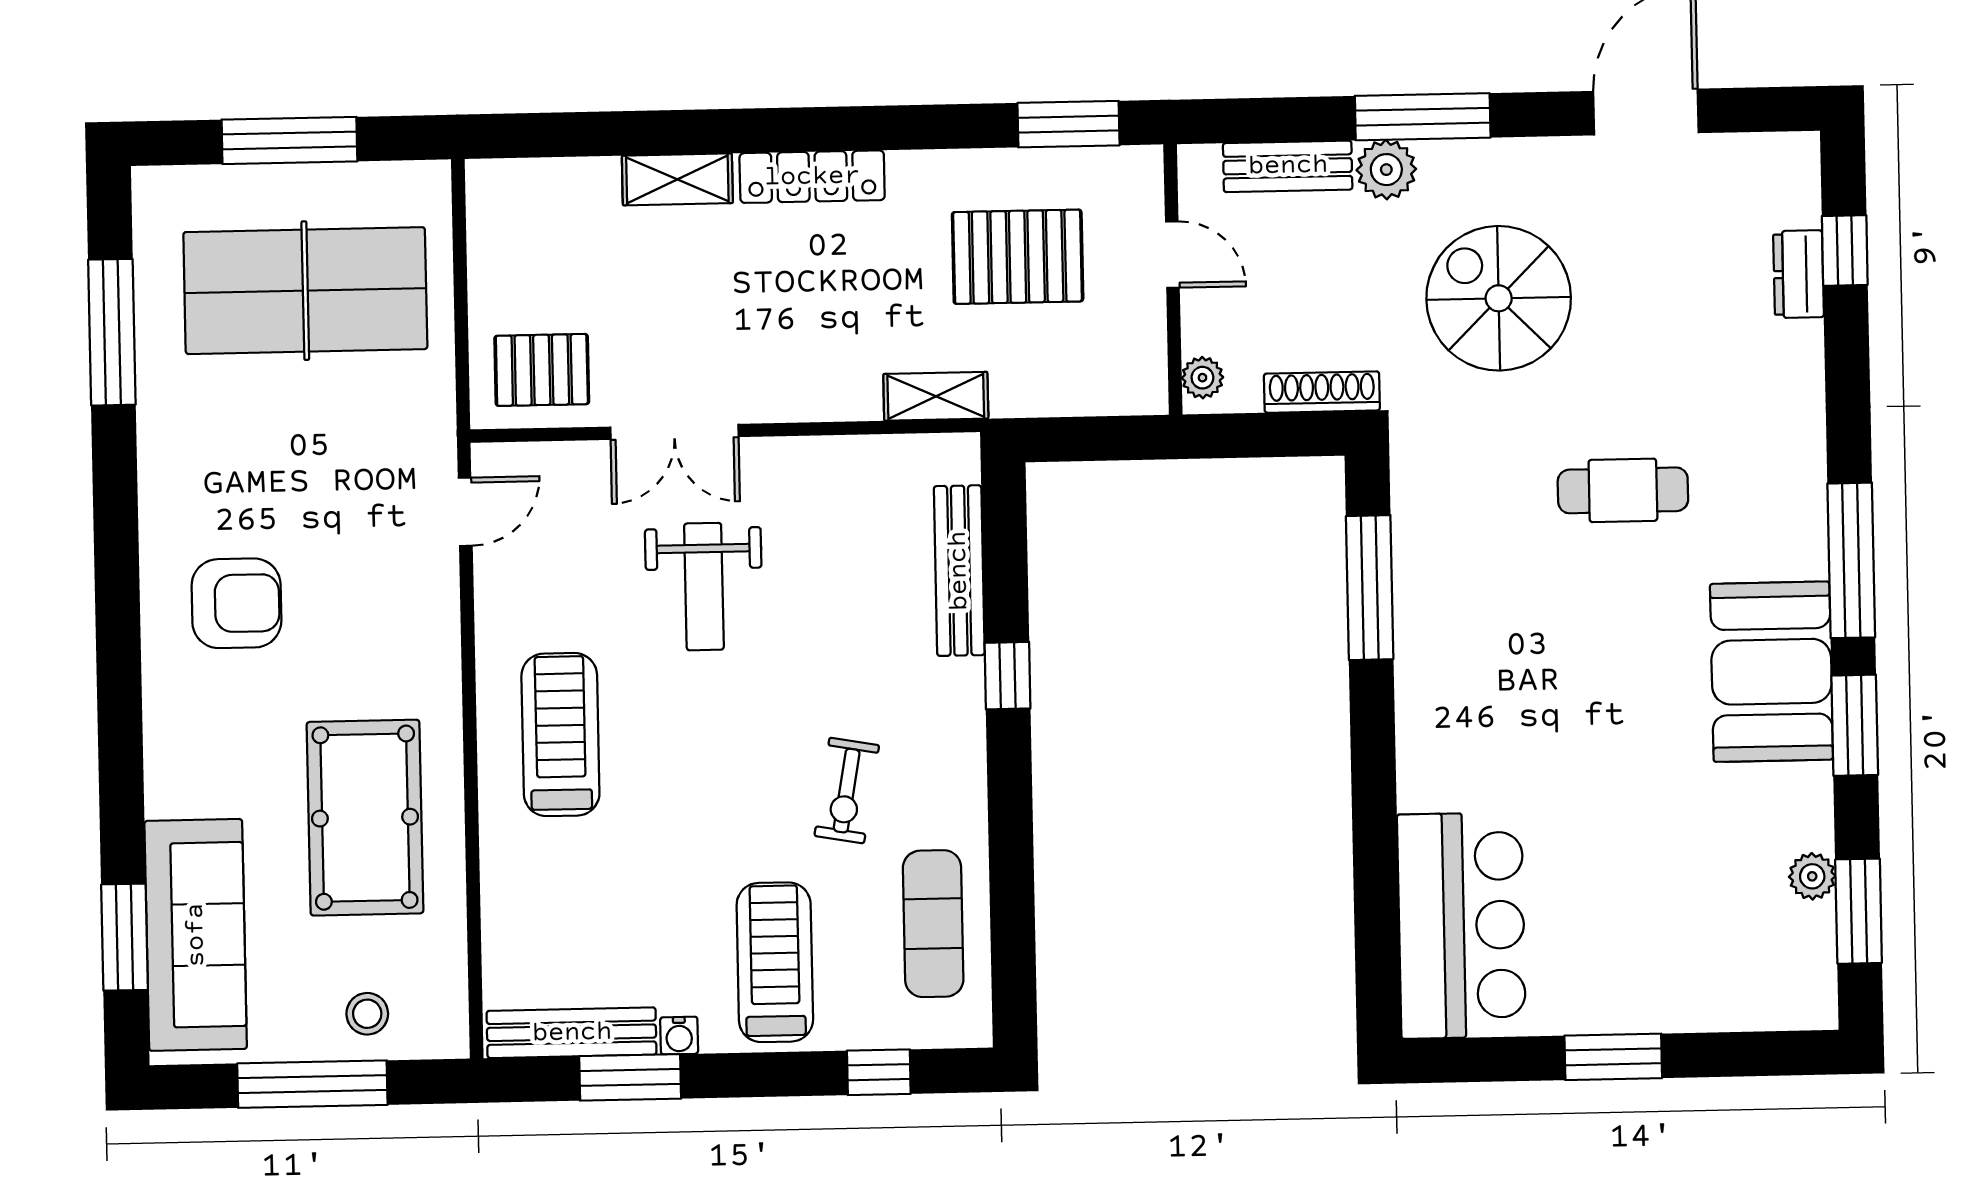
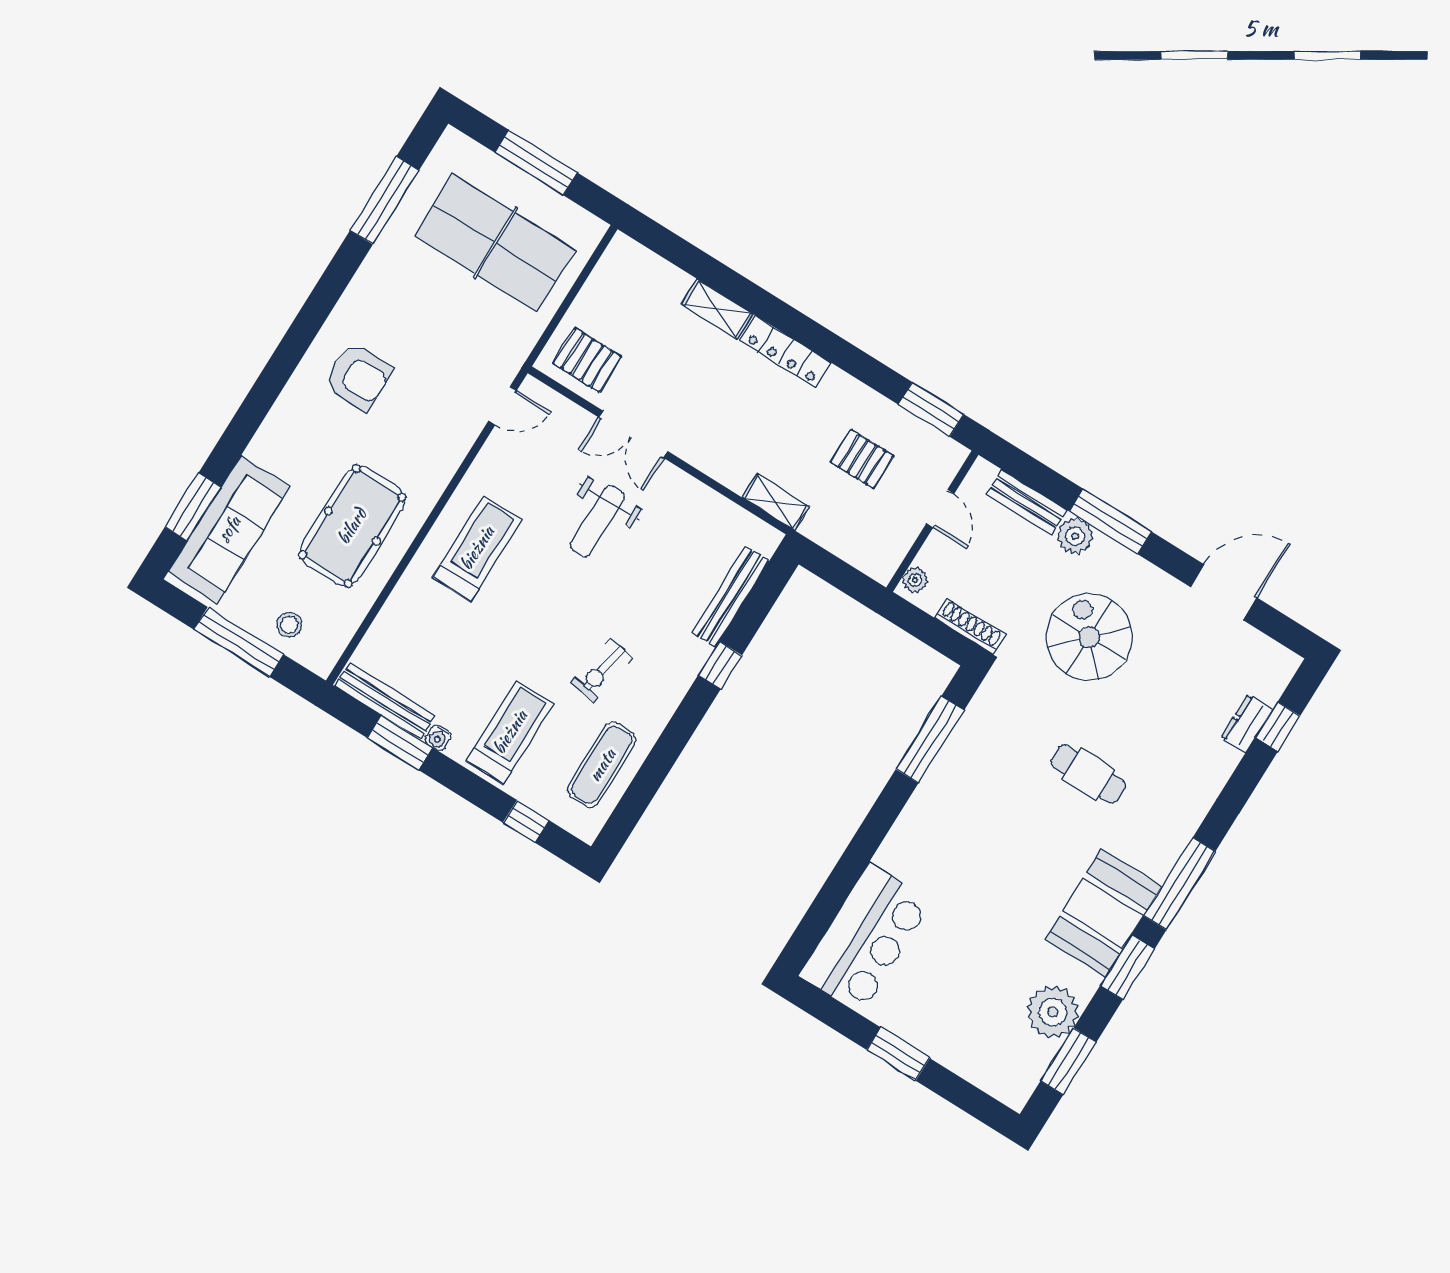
pallet: (1018, 257) -> (862, 459), width x0.67, depth x0.71
plant: (1812, 876) -> (1053, 1012), width x1.87, depth x1.87

